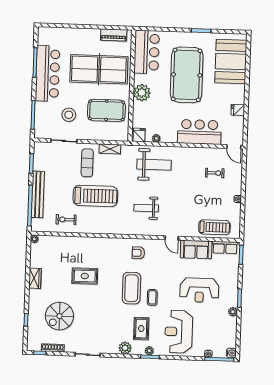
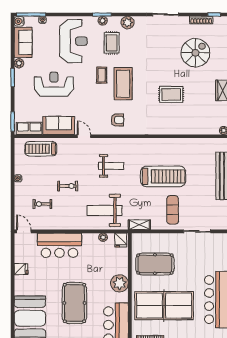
pool table: (187, 75) -> (74, 303), width x0.73, depth x0.76
stool: (69, 115) -> (193, 258), removed
shelving: (110, 149) -> (139, 225), moved
treadmill: (95, 196) -> (163, 176), turned 180
exercise bike: (66, 220) -> (68, 186), moved
sofa: (228, 332) -> (23, 42), added

